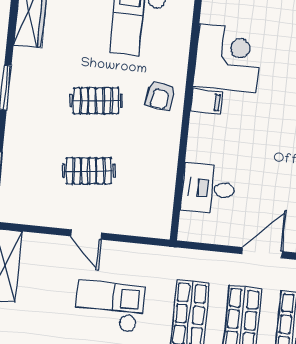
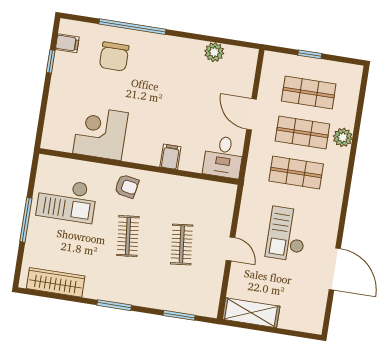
filing cabinet: (207, 101) -> (170, 157), moved
desk: (208, 188) -> (223, 157), moved
door: (86, 235) -> (231, 249), hinge flipped

